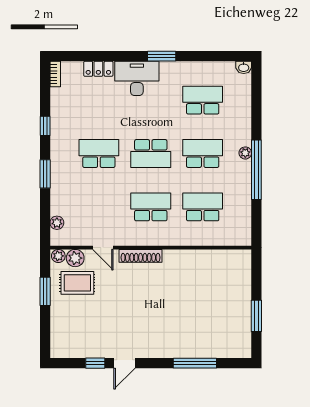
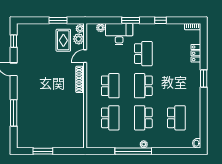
window: (162, 56) -> (204, 78), moved
desk: (137, 78) -> (119, 34), moved, turned -90
school desk: (203, 154) -> (143, 118), turned 180
window: (95, 363) -> (14, 41), moved

